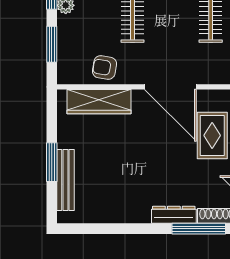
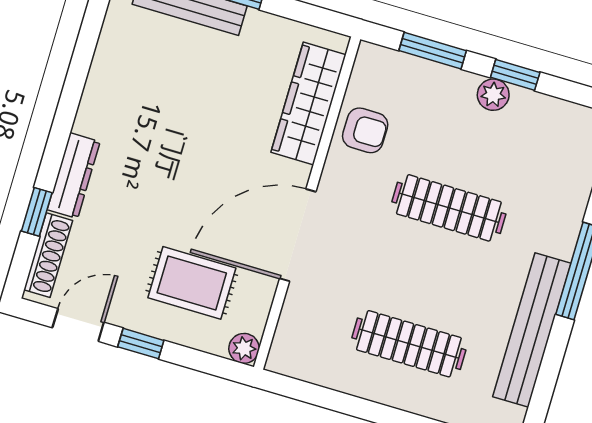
armchair: (104, 68) -> (365, 130), turned 81
window: (199, 229) -> (37, 212), width x0.46

